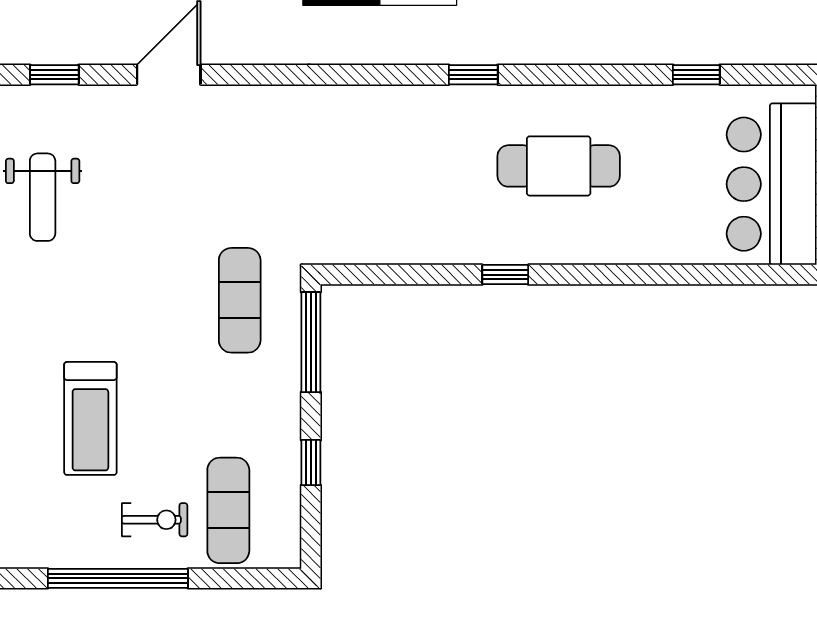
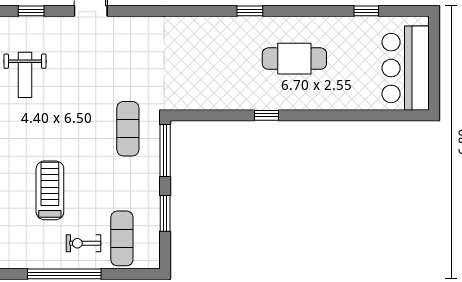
treadmill: (90, 418) -> (50, 190), turned 180
window: (311, 463) -> (165, 213), width x1.50
exercise bike: (155, 520) -> (83, 243), turned 180

